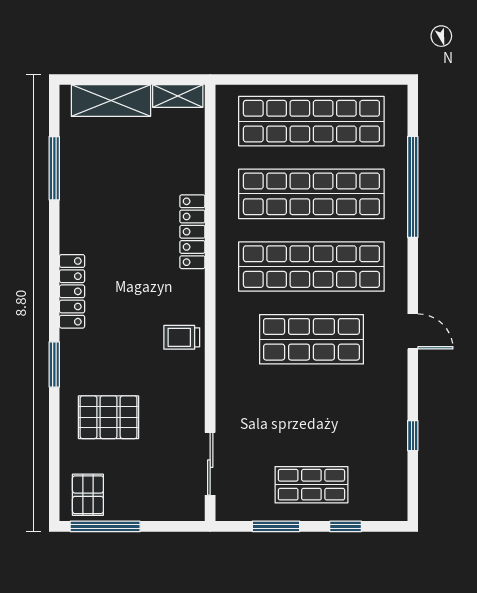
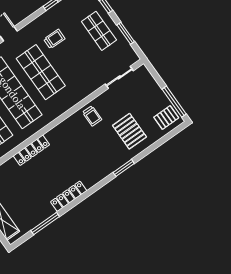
locker: (72, 291) -> (69, 196), moved
trolley: (182, 337) -> (92, 116), moved
trolley: (350, 401) -> (54, 39), added

